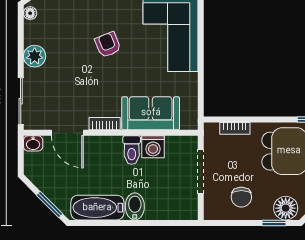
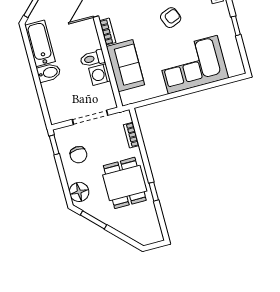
chair: (241, 197) -> (78, 155), turned -93
window: (274, 223) -> (54, 145), moved

